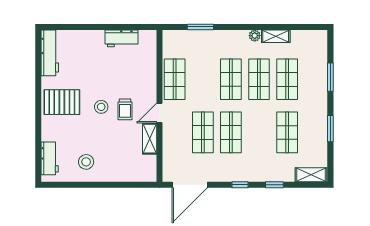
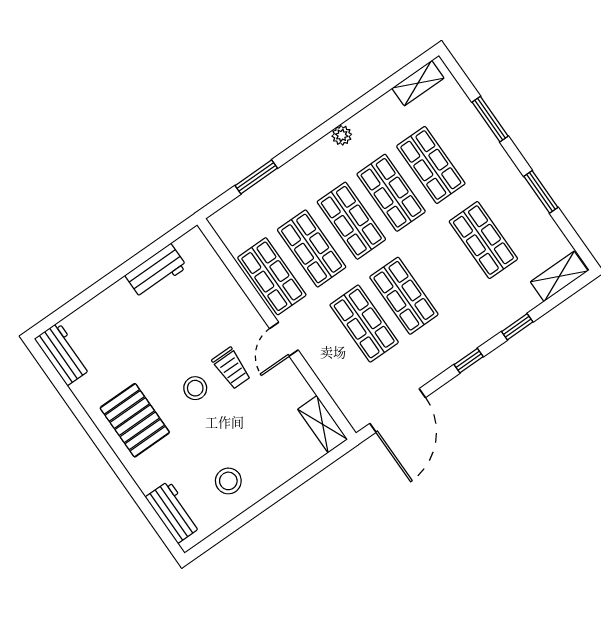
shelving: (276, 36) -> (418, 83), moved
workbench: (50, 53) -> (63, 354), width x0.73
shop shelf: (203, 79) -> (312, 248), added
pallet: (62, 102) -> (135, 420), turned 90
shelving: (150, 139) -> (323, 424), moved

